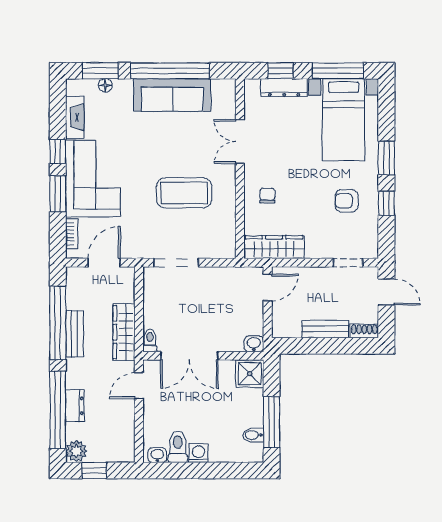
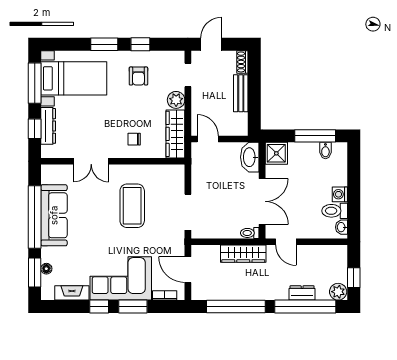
plant: (317, 248) -> (176, 100), added
bench: (75, 334) -> (245, 293), removed
washbasin: (254, 344) -> (250, 157), width x1.91, depth x1.45

